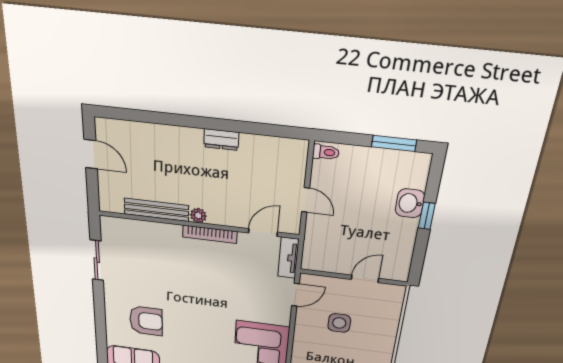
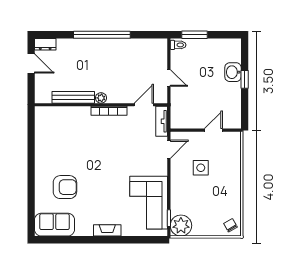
window: (202, 123) -> (102, 35), added
dresser: (221, 140) -> (45, 44), moved
window: (394, 143) -> (194, 35), moved
sliding door: (97, 260) -> (31, 142), removed

